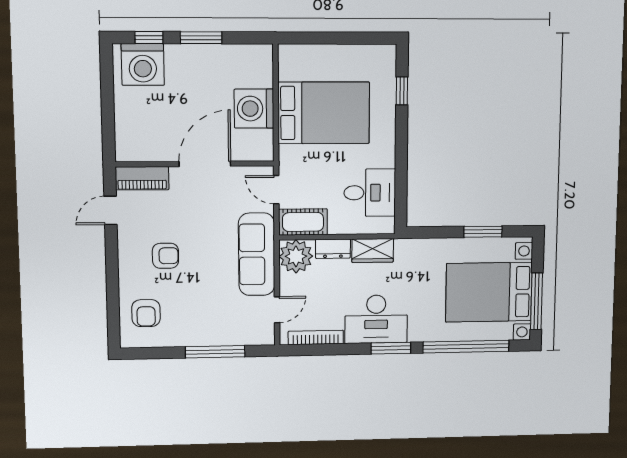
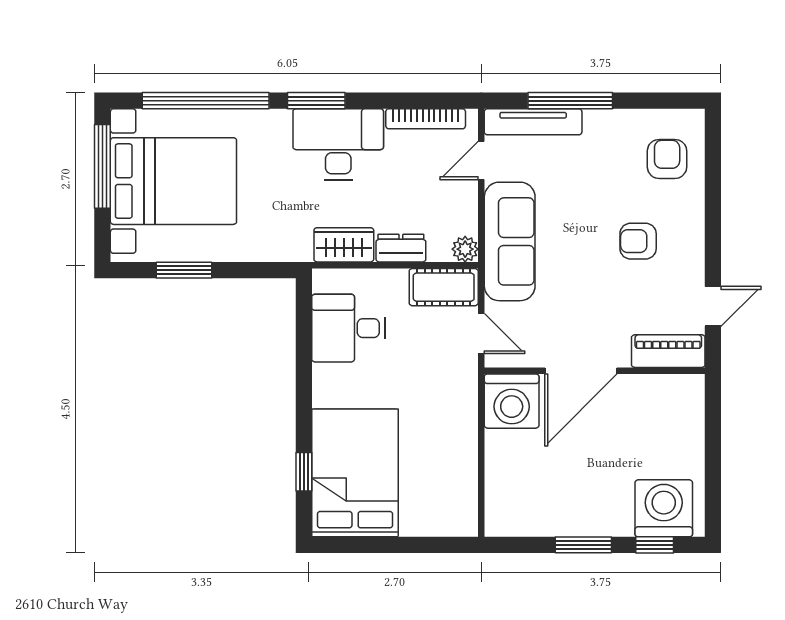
washing machine: (254, 109) -> (512, 401), moved, turned 90
bed: (324, 113) -> (355, 473), moved, turned 90
plant: (296, 256) -> (465, 249), width x0.53, depth x0.53
tv unit: (241, 337) -> (533, 122), added

